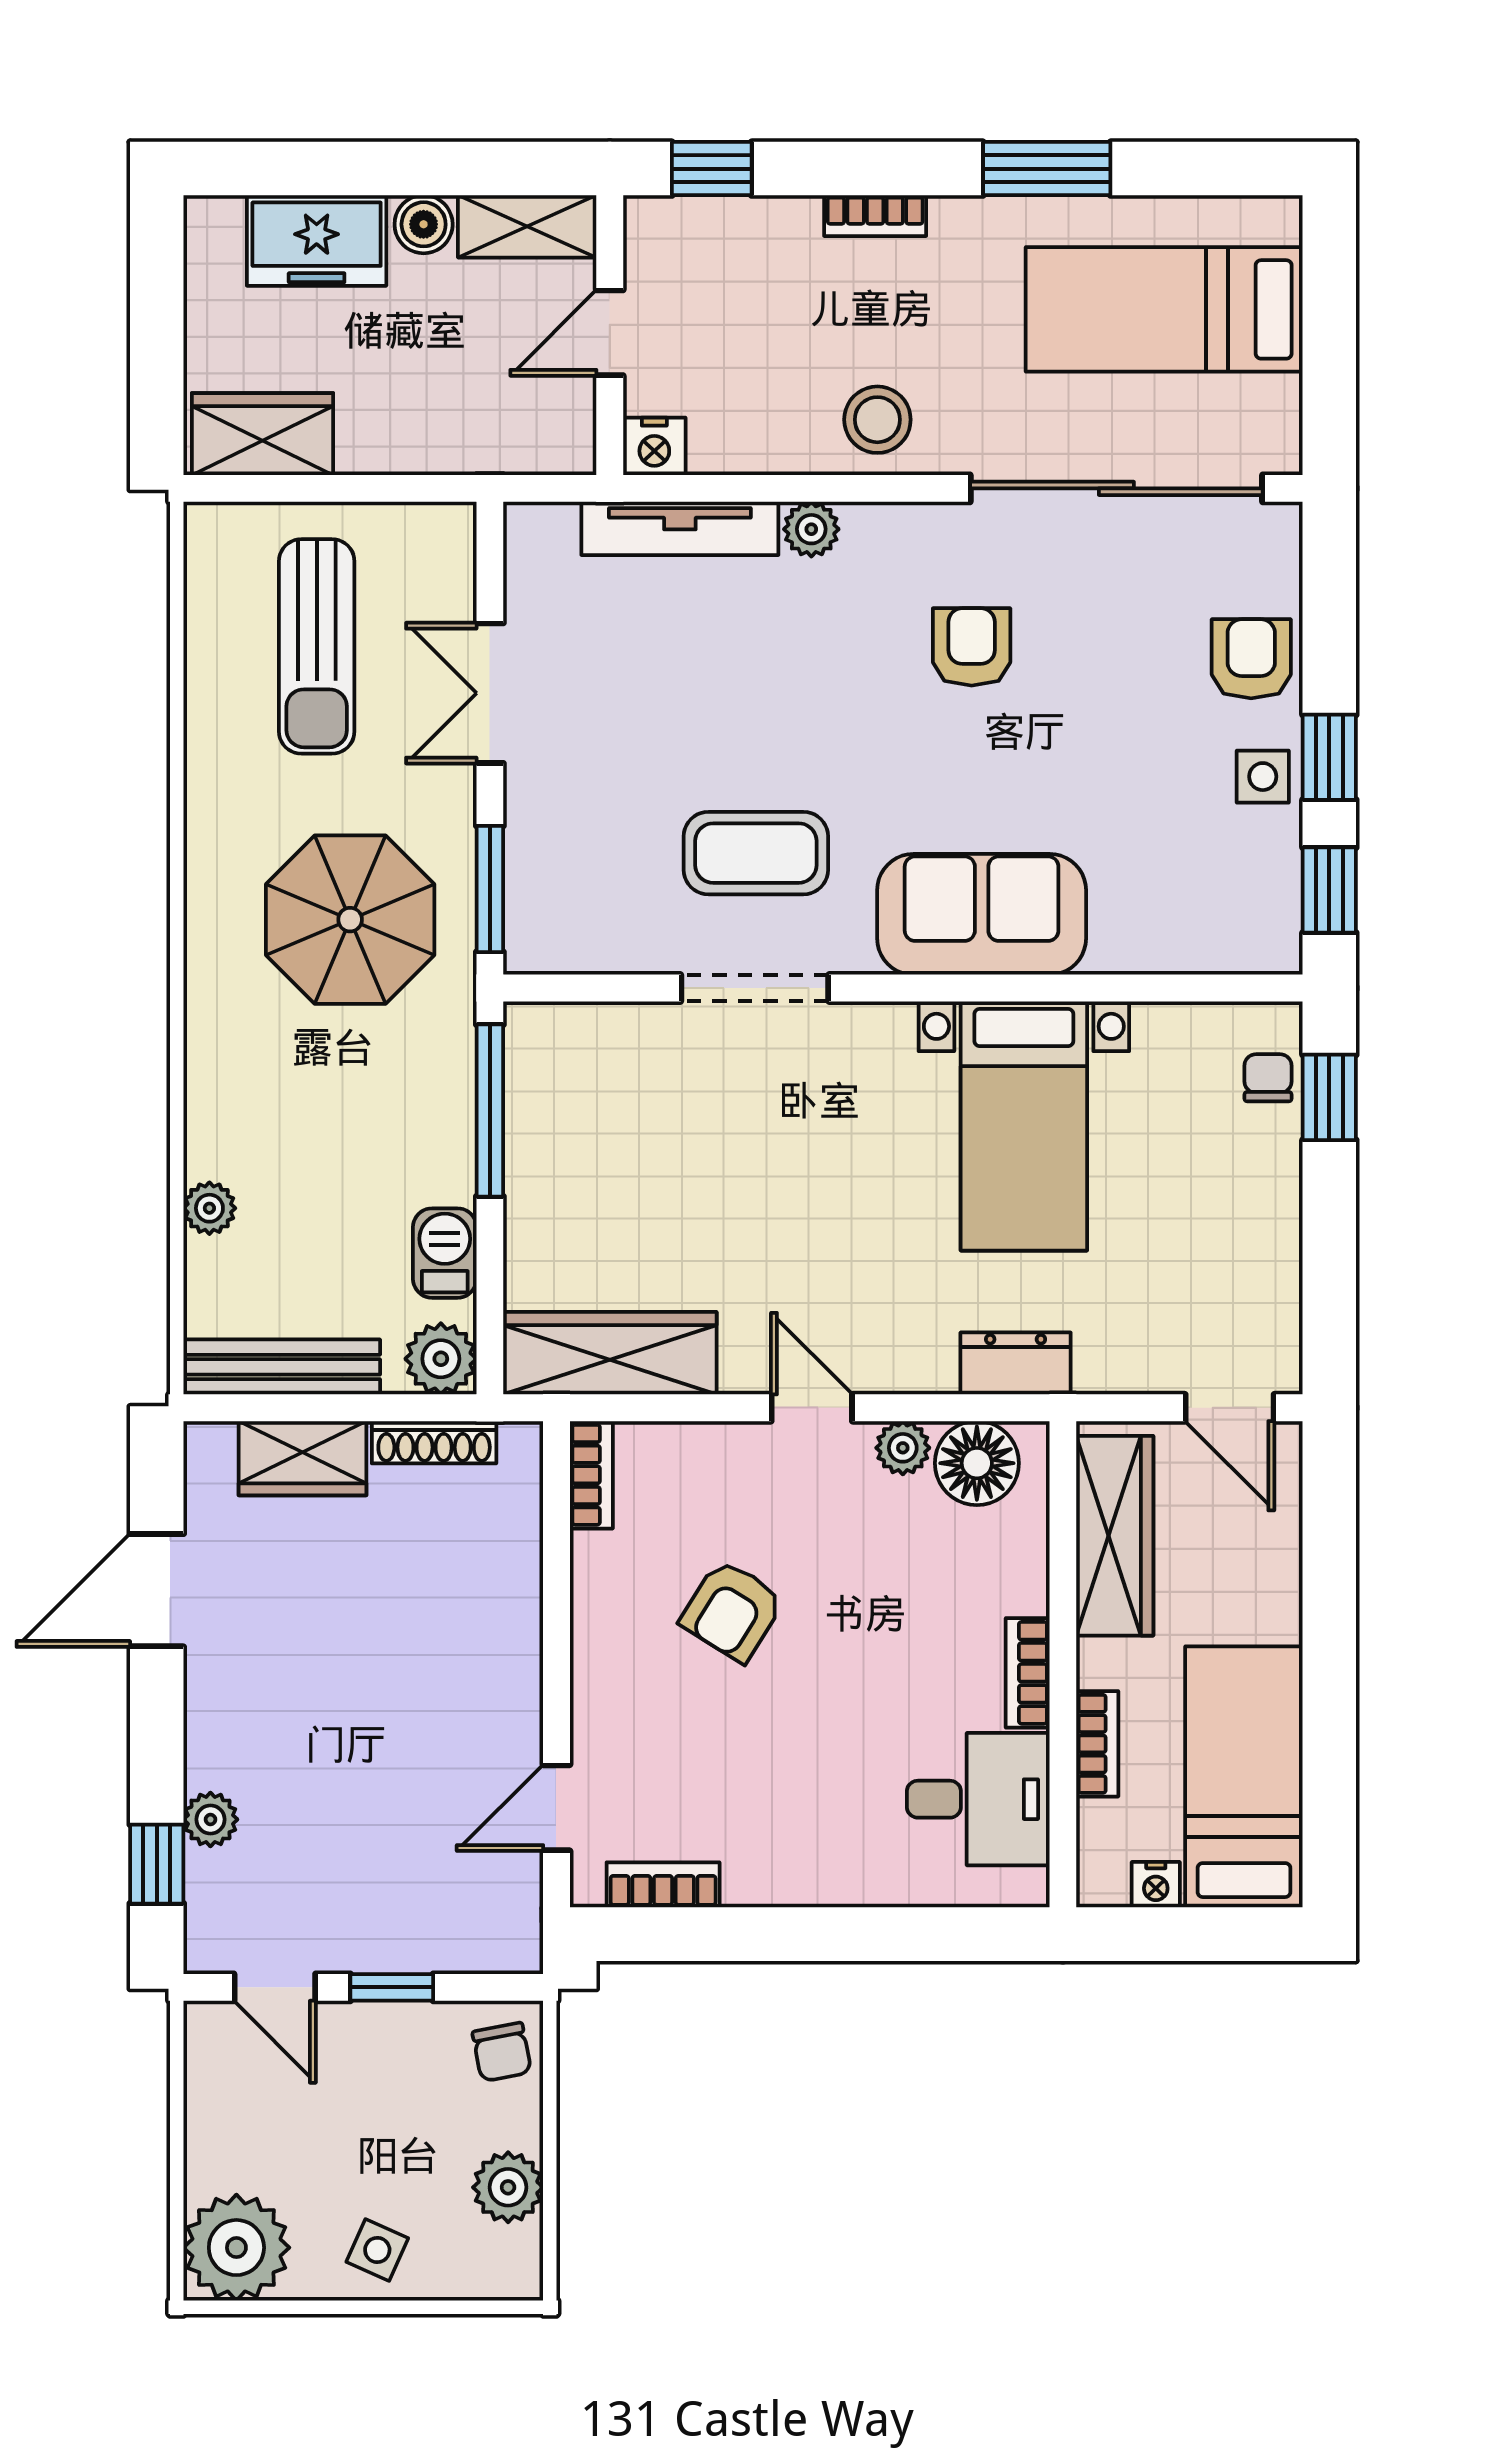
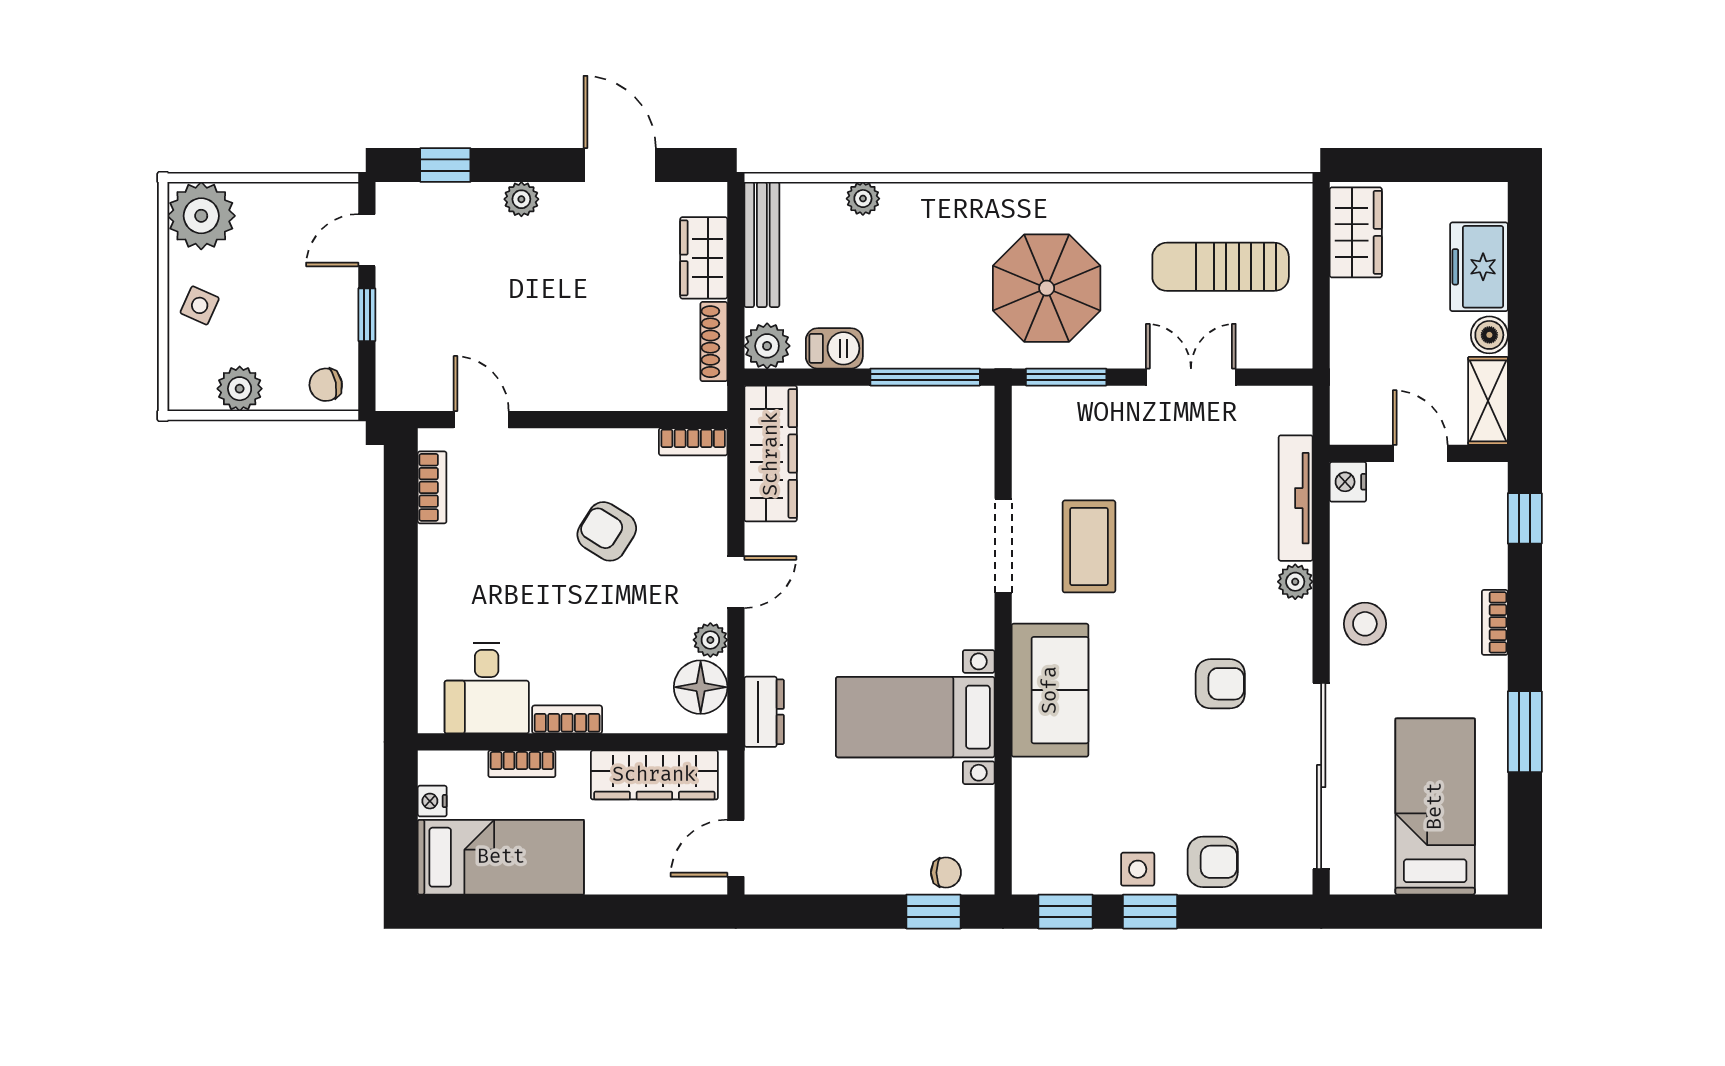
plant: (210, 1819) -> (521, 199), moved

